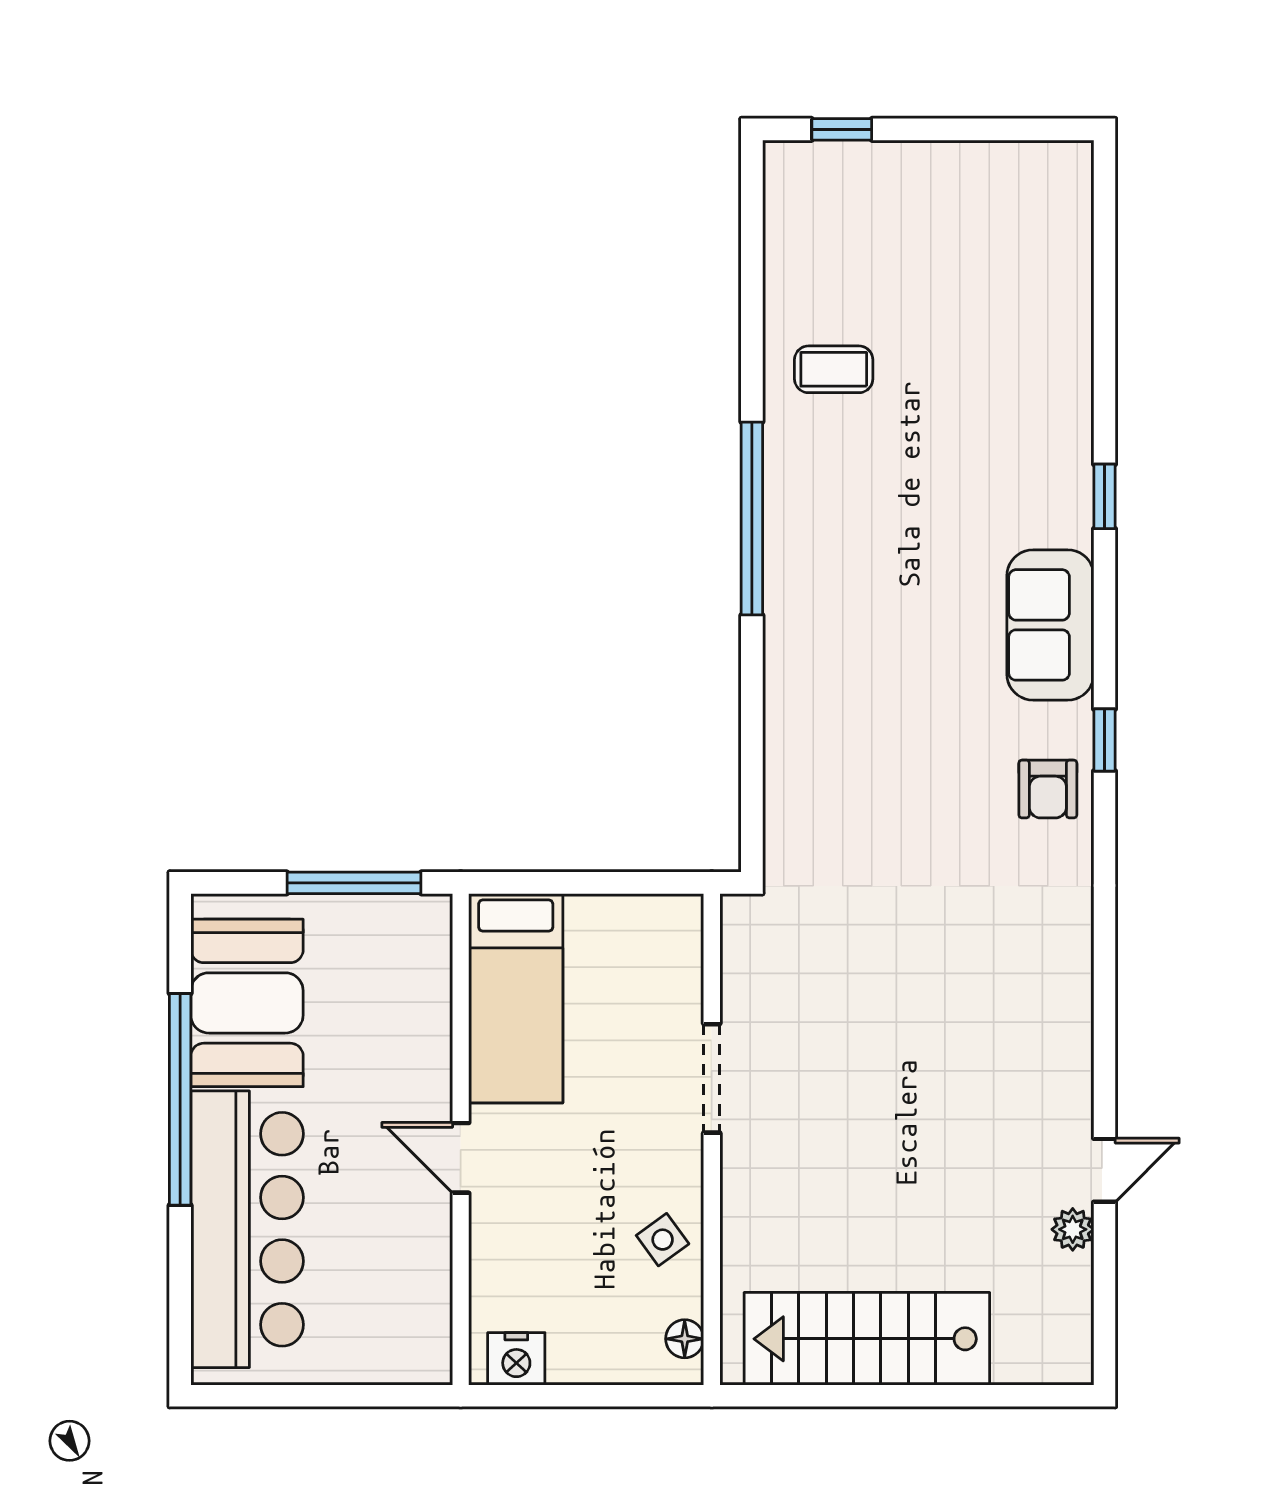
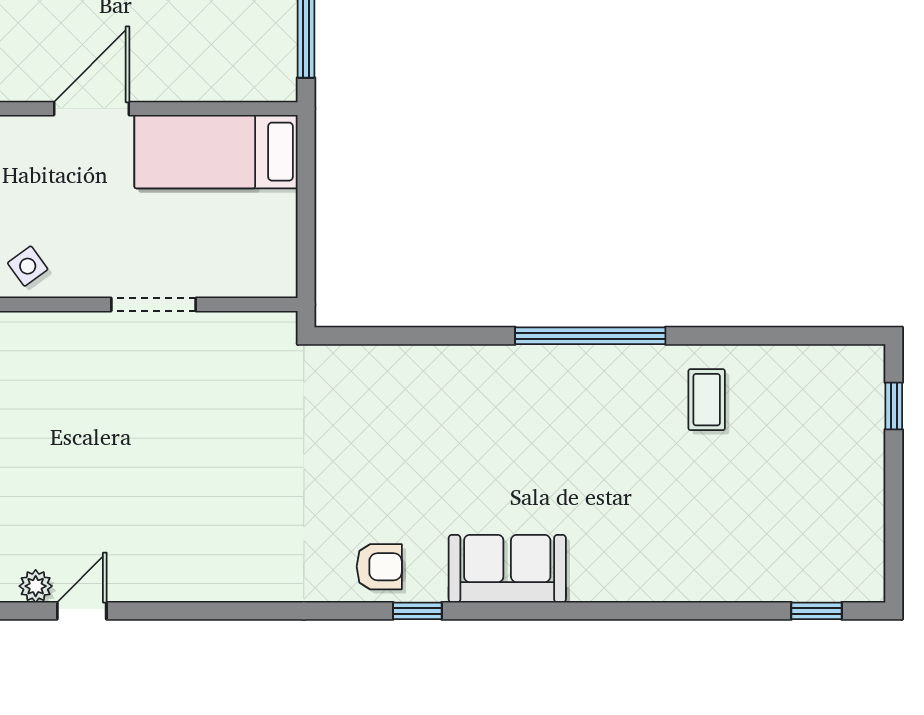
window: (1104, 496) -> (817, 611), moved
armchair: (1048, 789) -> (379, 567), turned 180
door: (461, 1158) -> (91, 109), width x1.38
door: (1104, 1170) -> (82, 611), swing flipped

